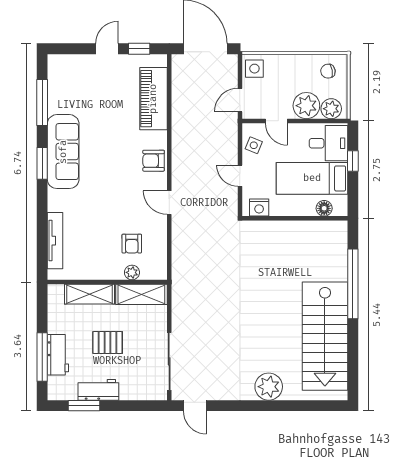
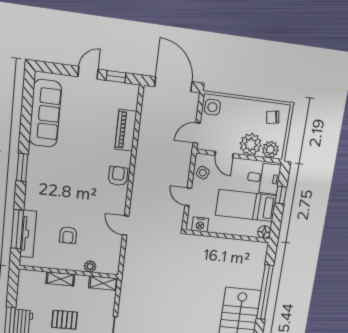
piano: (153, 99) -> (126, 130), width x0.73, depth x0.75
window: (42, 102) -> (17, 229), moved
sofa: (63, 152) -> (45, 113), moved
armchair: (154, 161) -> (118, 176), turned 90
door: (169, 203) -> (126, 226), moved
floor lamp: (324, 208) -> (264, 232), moved
armchair: (132, 244) -> (68, 235), moved
shelving: (89, 294) -> (60, 279), width x0.67, depth x0.75
shelving: (141, 294) -> (103, 283), width x0.67, depth x0.75

